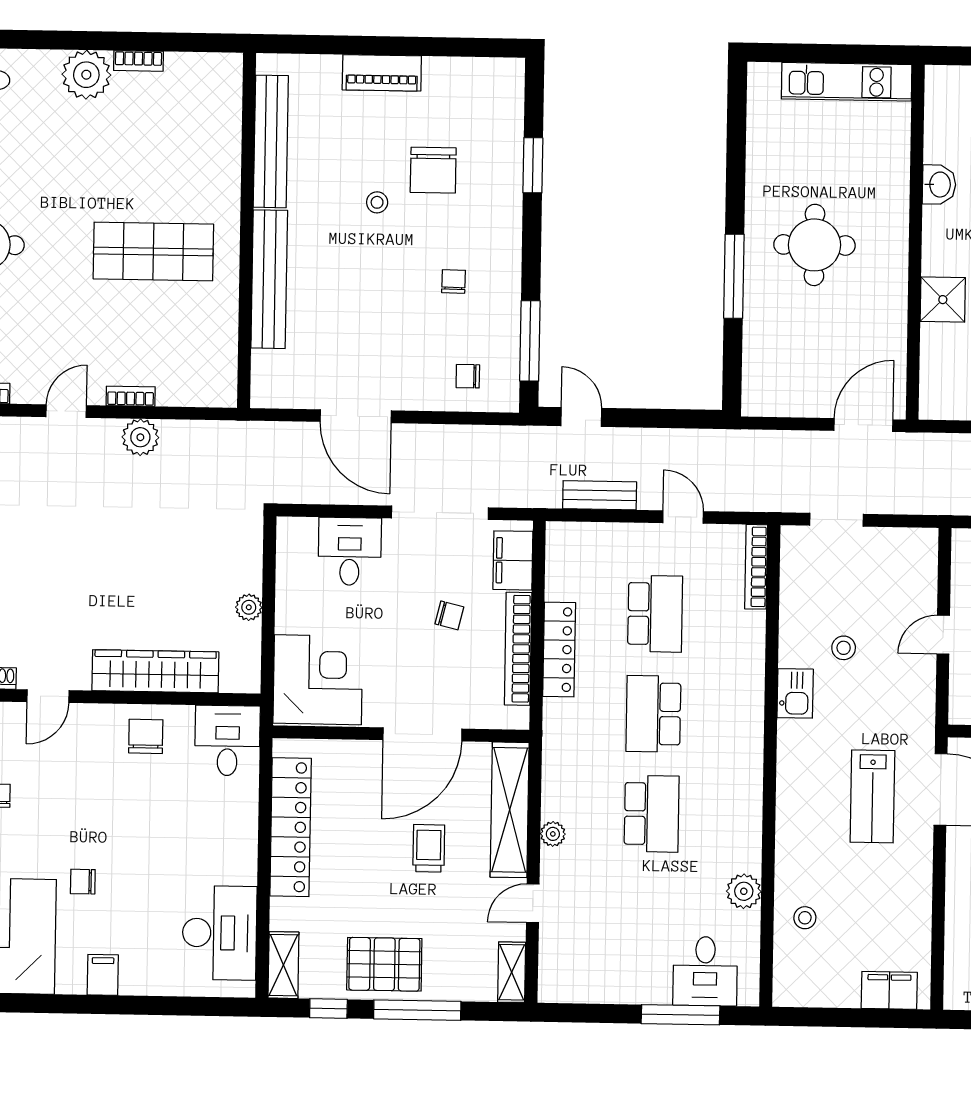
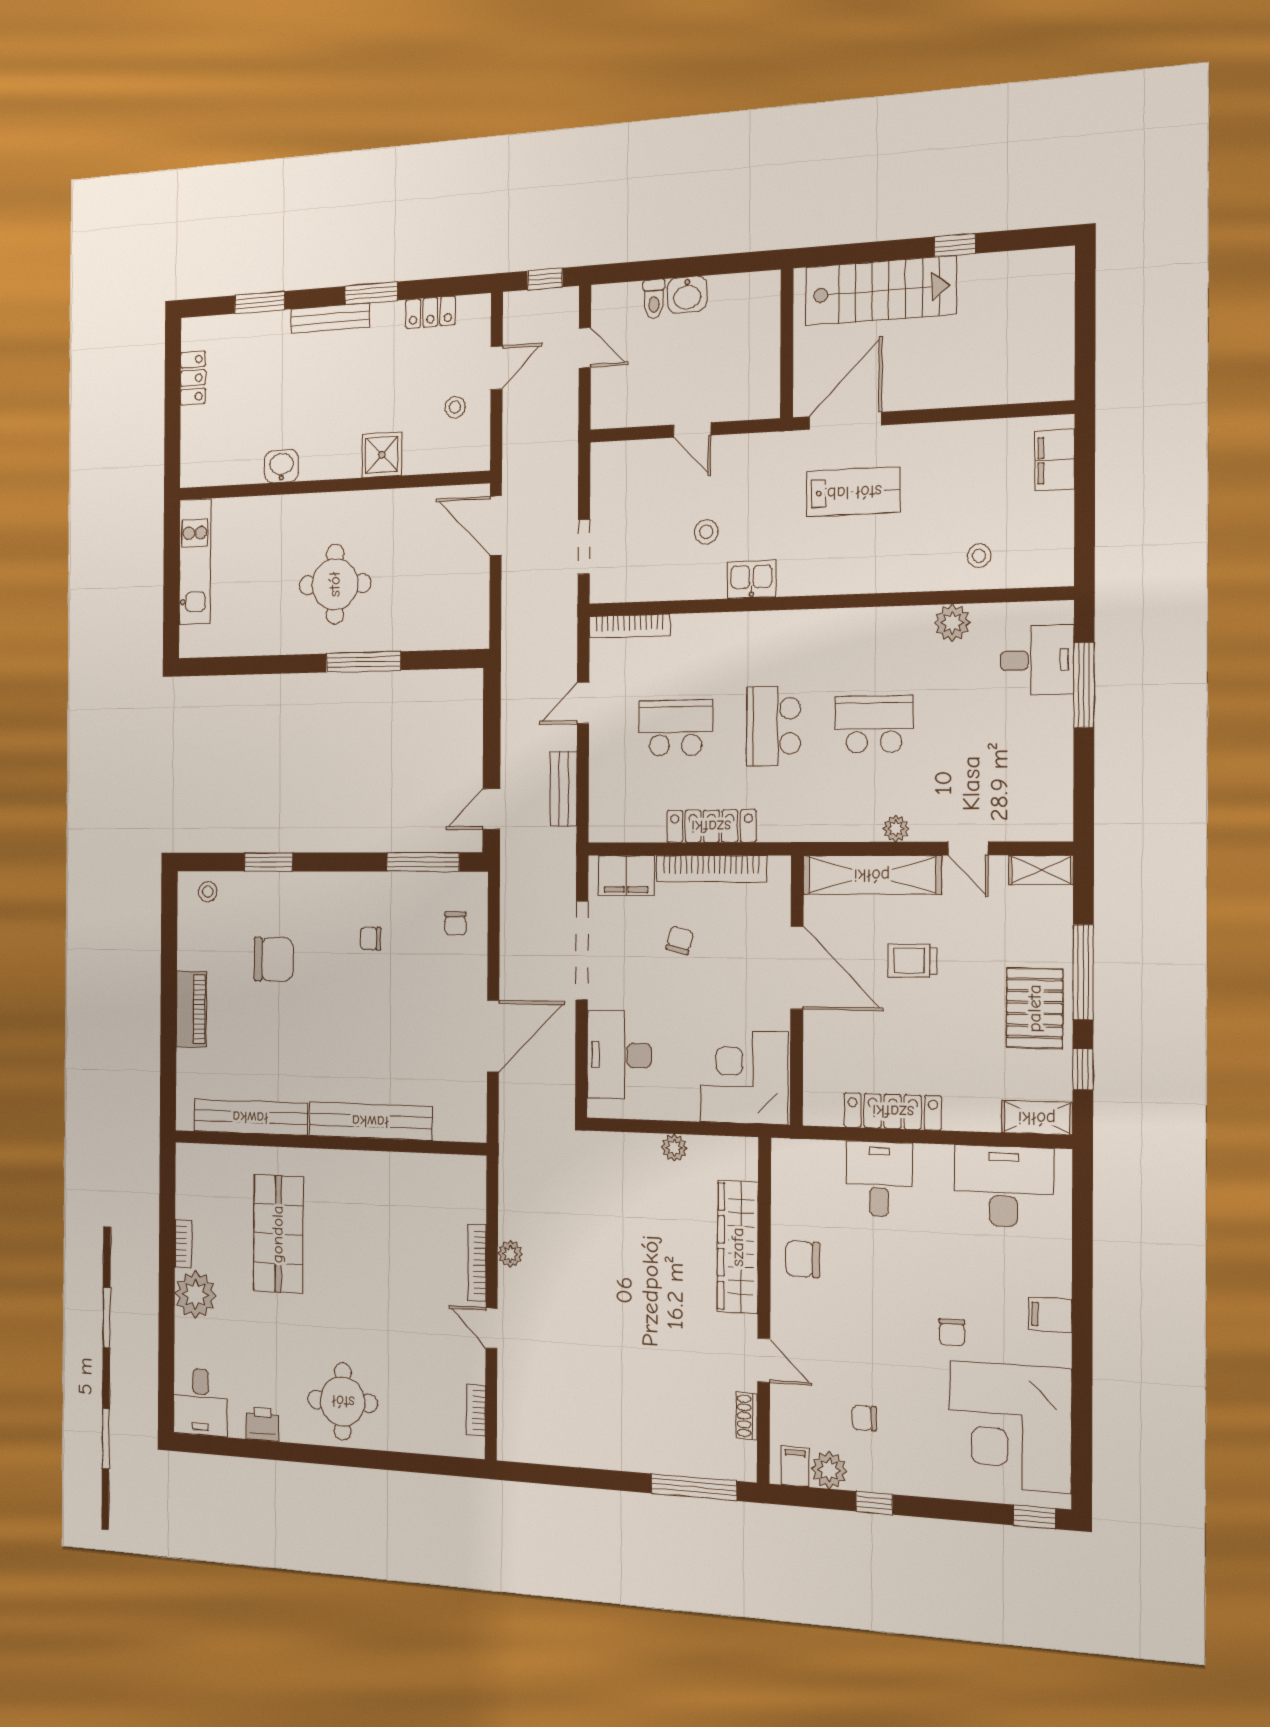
stool: (377, 202) -> (208, 892), moved
shop shelf: (153, 251) -> (278, 1234), moved
bookcase: (131, 396) -> (477, 1263), width x1.56
plant: (140, 437) -> (510, 1254), width x0.73, depth x0.73
desk: (350, 551) -> (619, 1055), width x1.37
school desk: (653, 714) -> (773, 726), turned 90
desk: (227, 741) -> (879, 1179), moved, turned 90
locker: (291, 827) -> (893, 1111), width x0.71, depth x0.83

